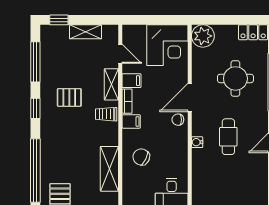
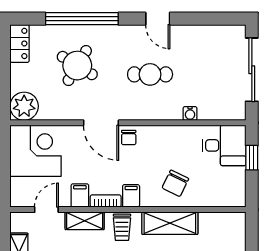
round table: (235, 78) -> (77, 66), turned 31
water cooler: (197, 142) -> (190, 113), moved
shelving: (109, 169) -> (170, 223), moved

